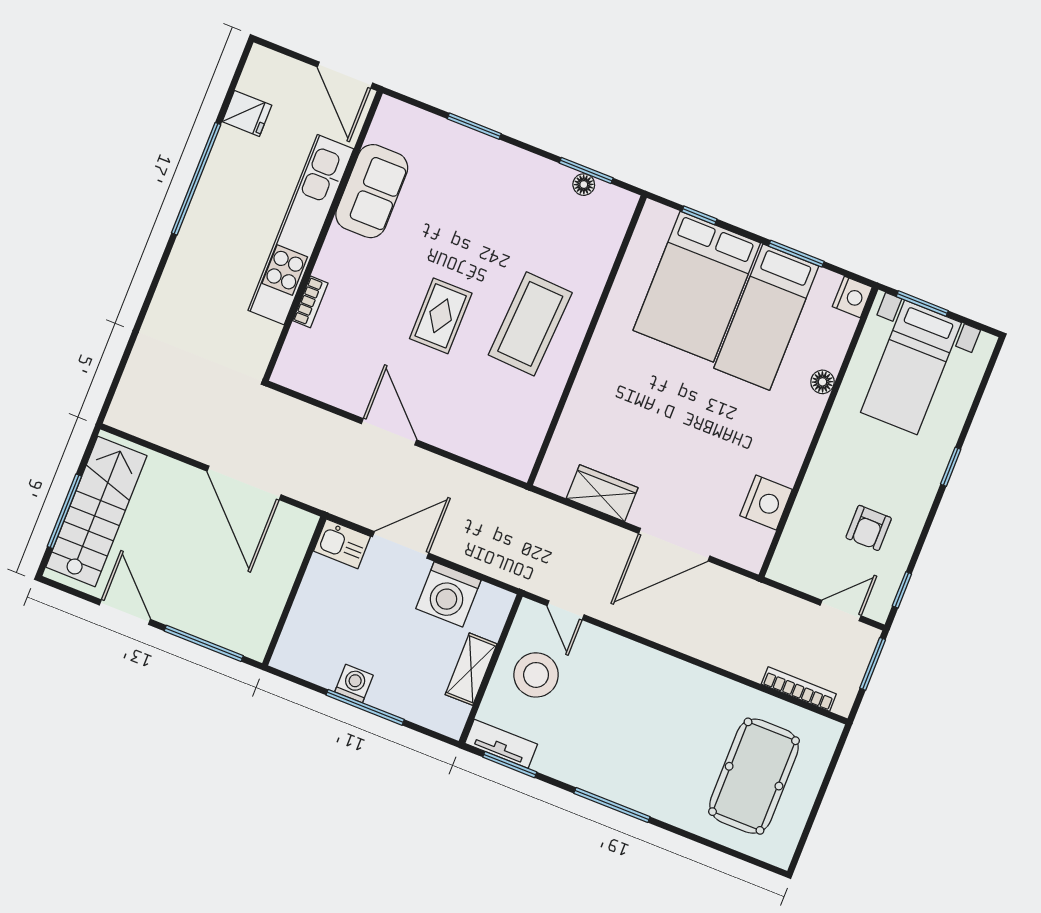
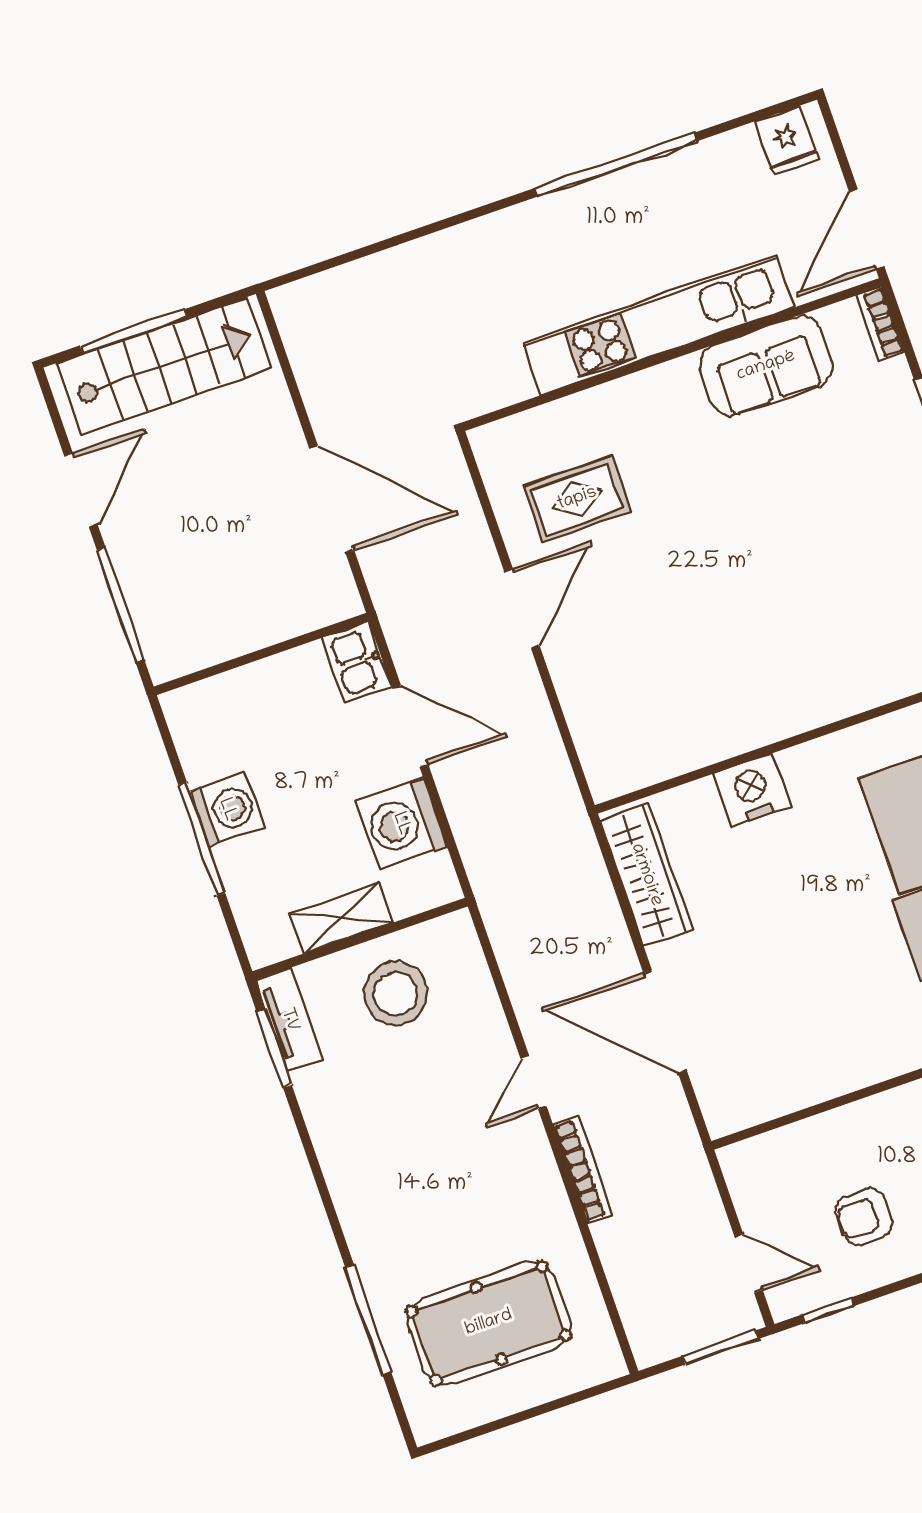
fridge: (247, 113) -> (787, 141), moved
bookcase: (310, 302) -> (880, 324), moved, turned 90
rug: (441, 316) -> (577, 499), moved
coffee table: (530, 324) -> (770, 661), removed
door: (244, 483) -> (332, 499), swing flipped
wardrobe: (602, 493) -> (646, 875), width x1.50
nightstand: (766, 503) -> (752, 790), moved, turned 180
door: (566, 610) -> (534, 1082), moved
washing machine: (354, 684) -> (227, 810), width x1.38, depth x1.38
bookcase: (799, 689) -> (583, 1170), moved
window: (612, 805) -> (368, 1320), moved

